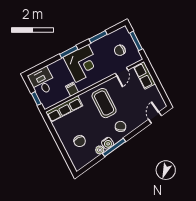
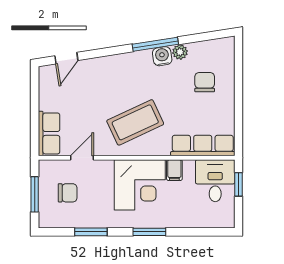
corner desk: (82, 63) -> (140, 185), moved, turned 180
desk: (42, 81) -> (215, 181), moved, turned 180
coffee table: (104, 103) -> (135, 122), turned 65
chair: (120, 126) -> (128, 72), removed

